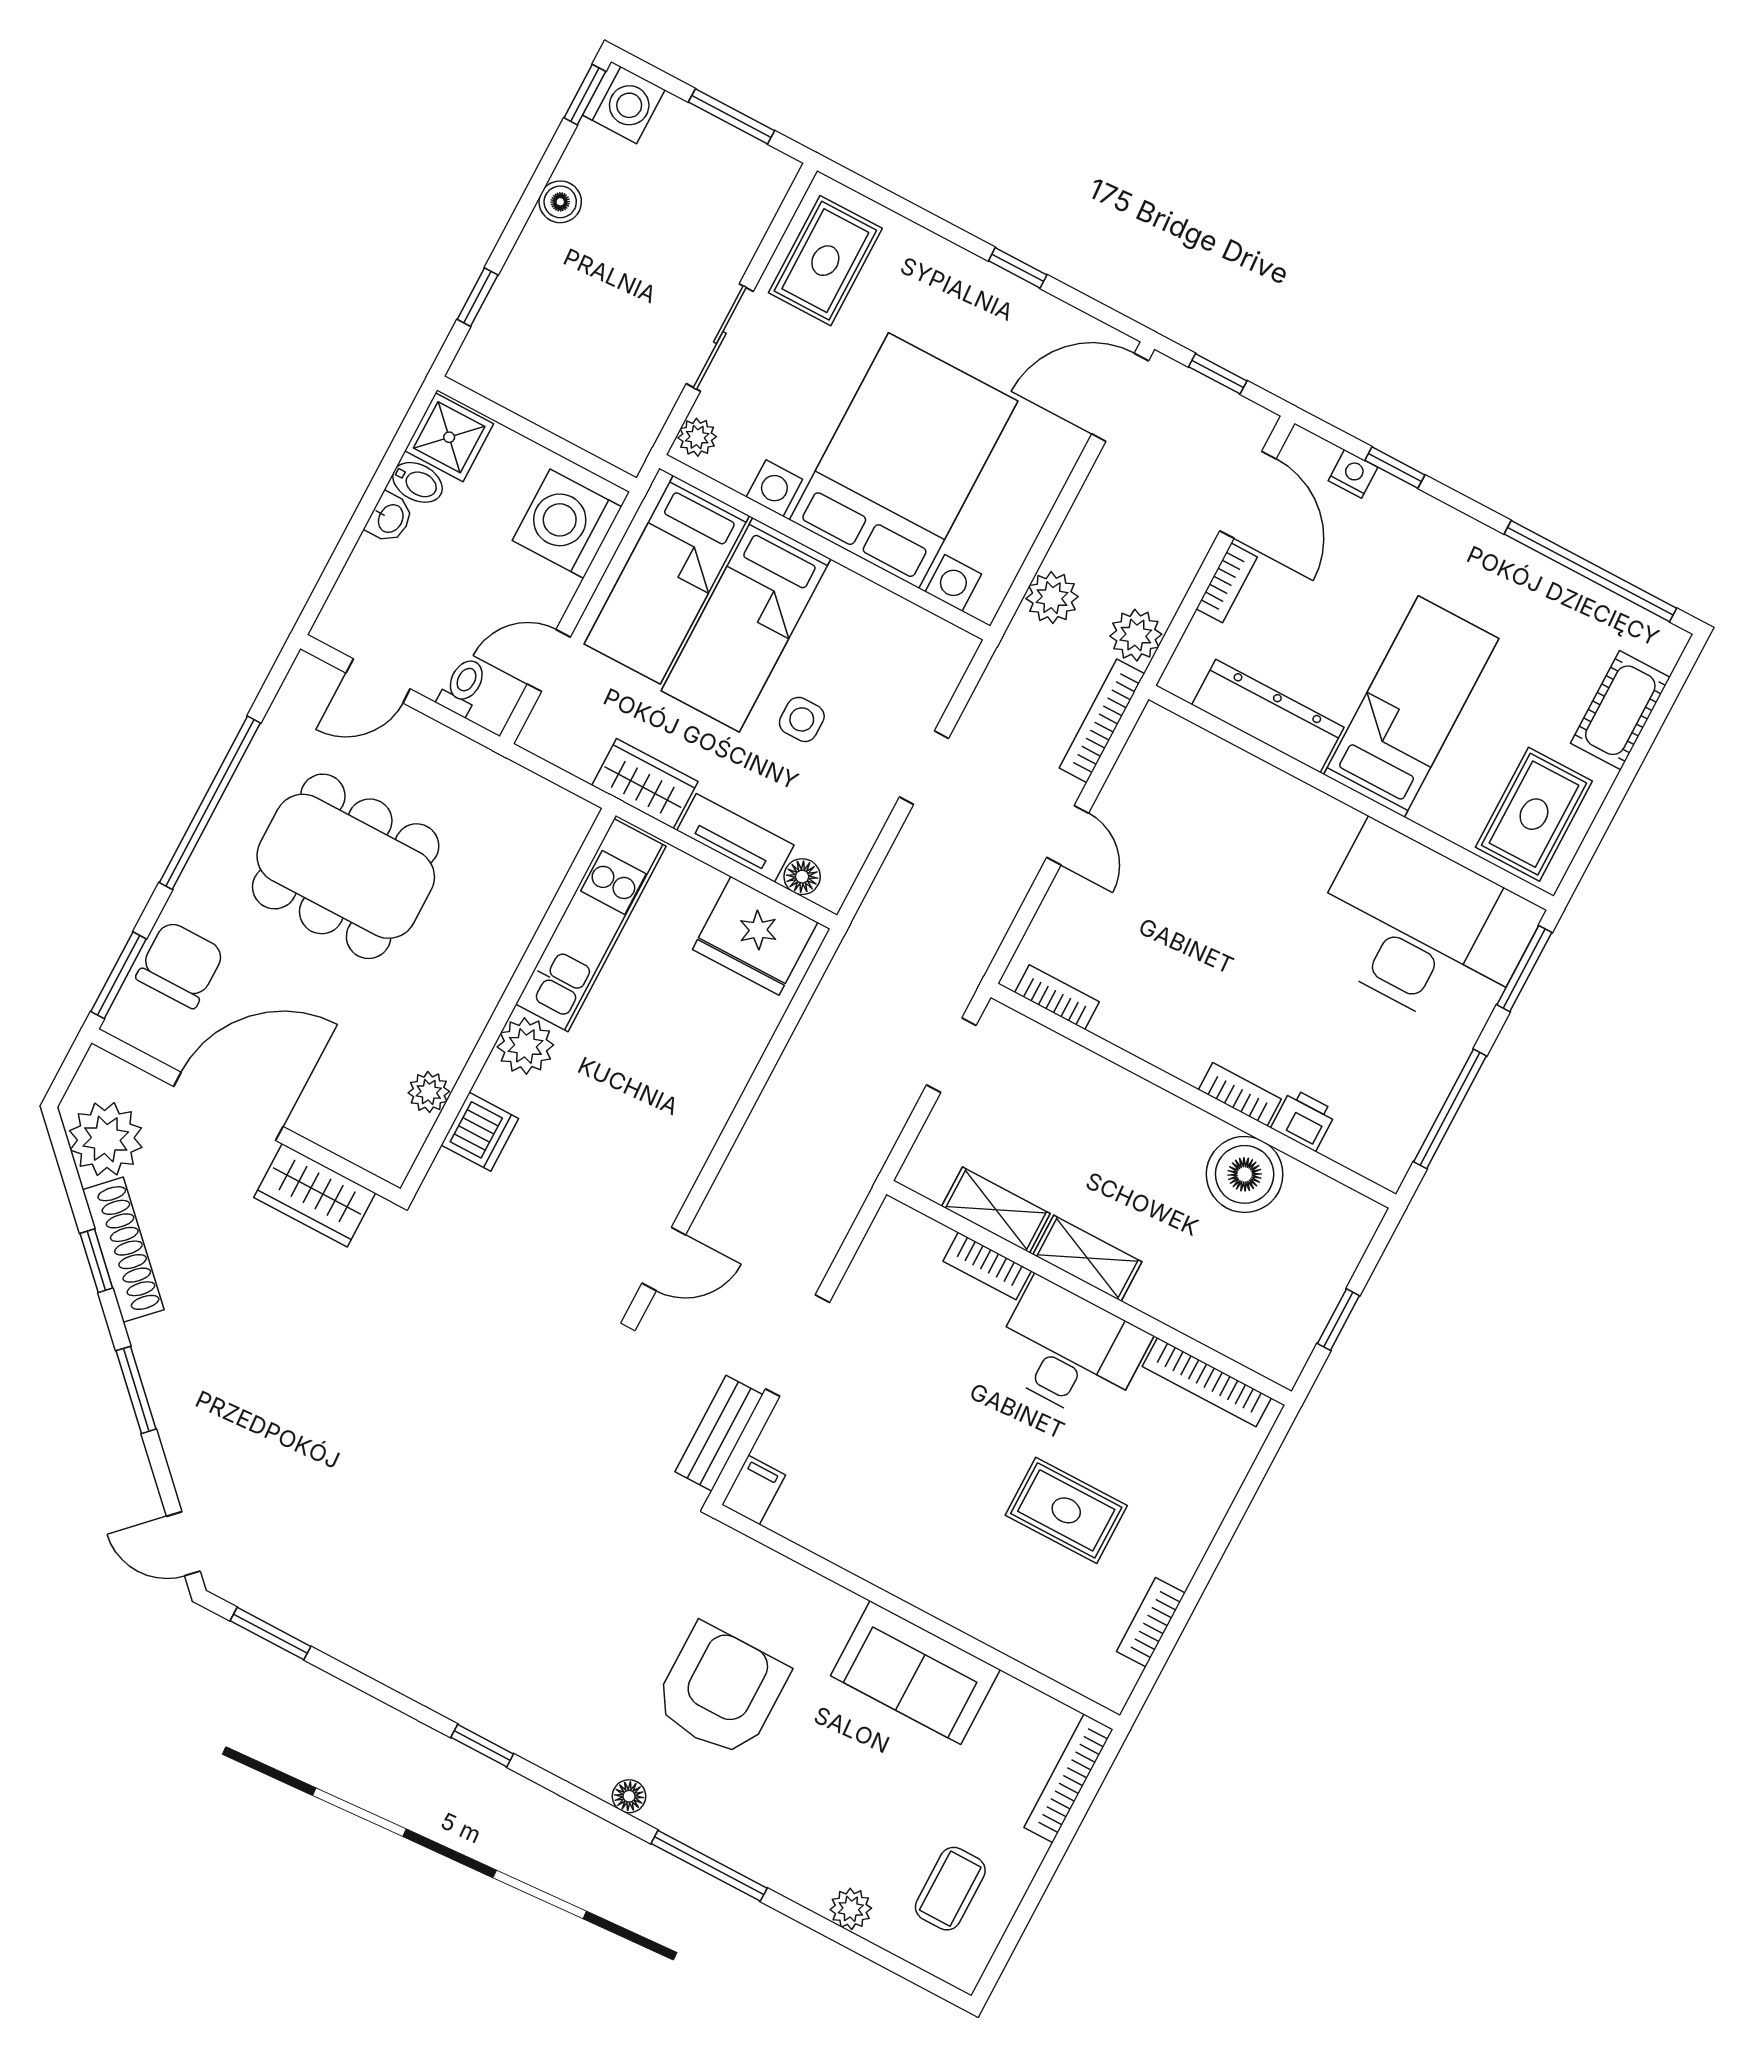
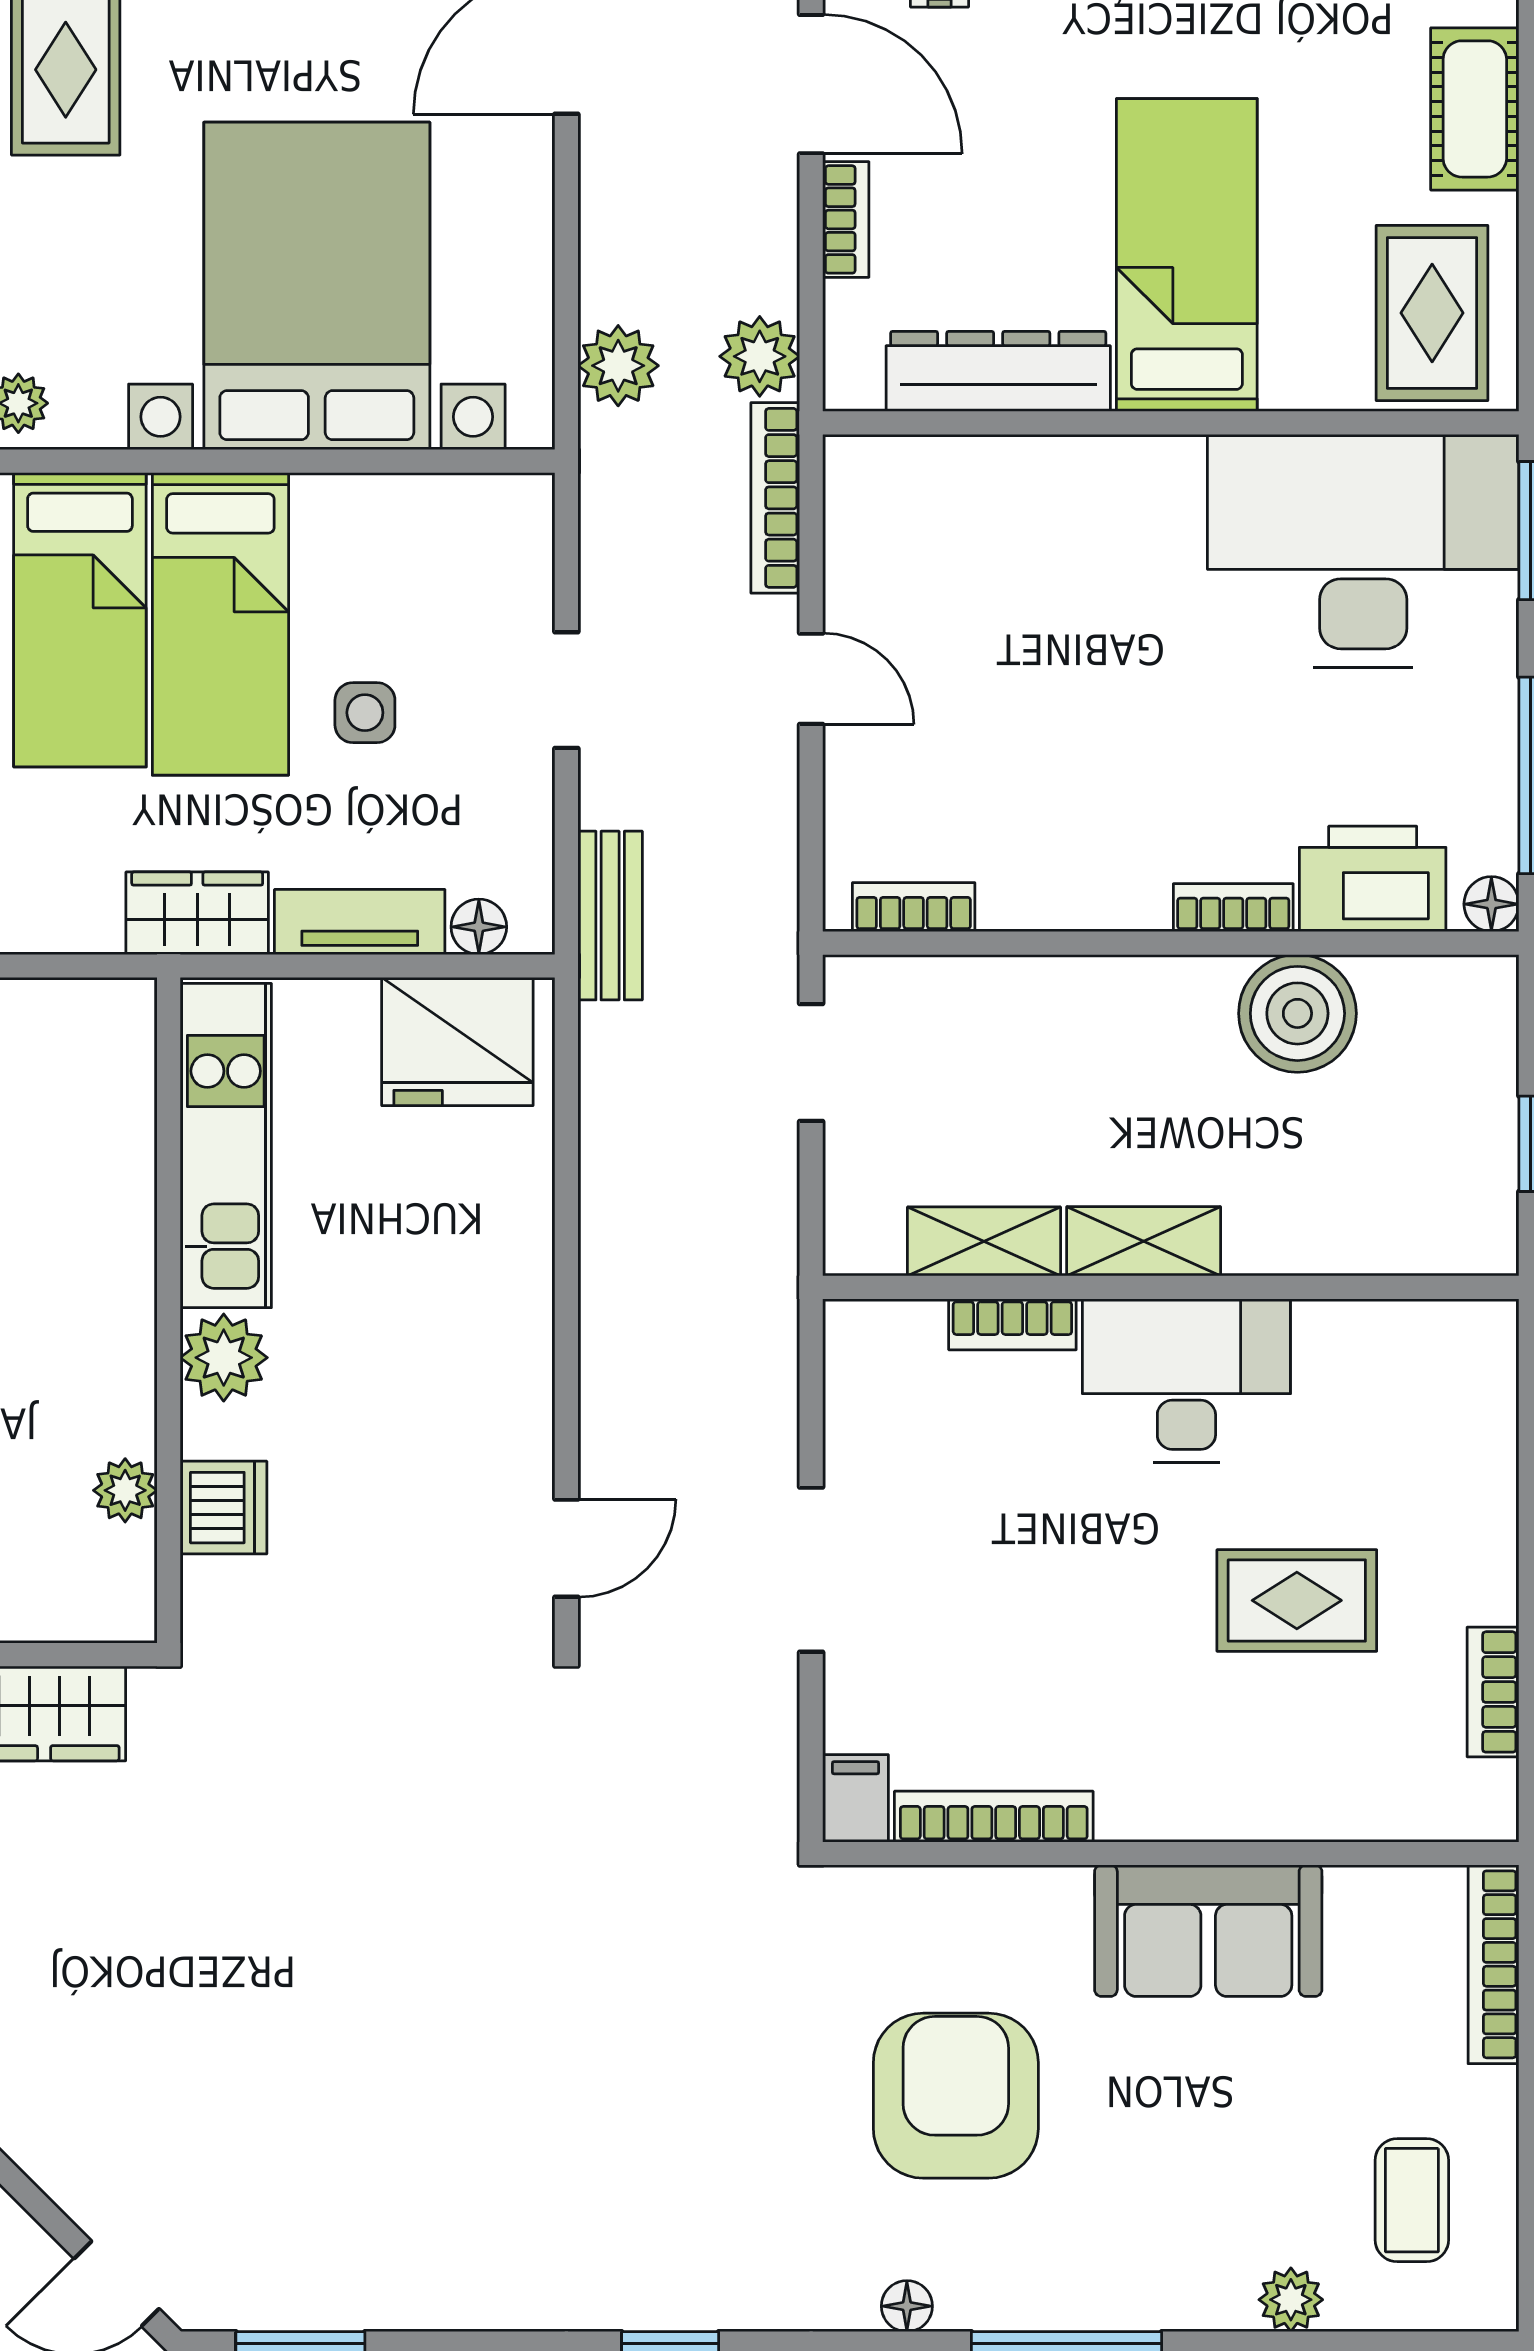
printer: (1304, 1120) -> (1373, 879), width x1.87, depth x1.48
floor lamp: (1389, 1171) -> (1491, 904), added
bookcase: (1207, 1382) -> (994, 1817), moved, turned 180
bench: (719, 1433) -> (610, 916), moved

